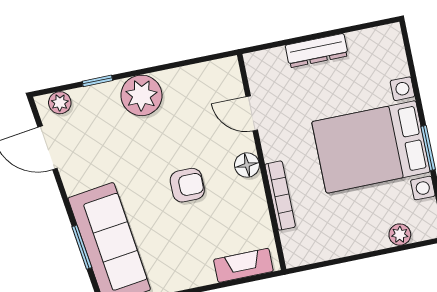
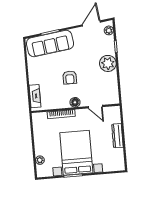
door: (252, 113) -> (95, 107), swing flipped

